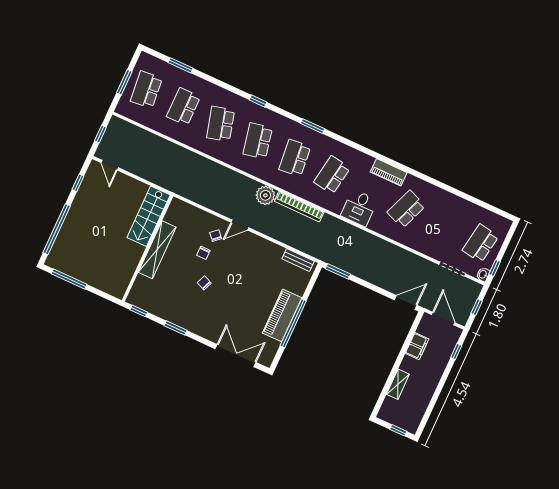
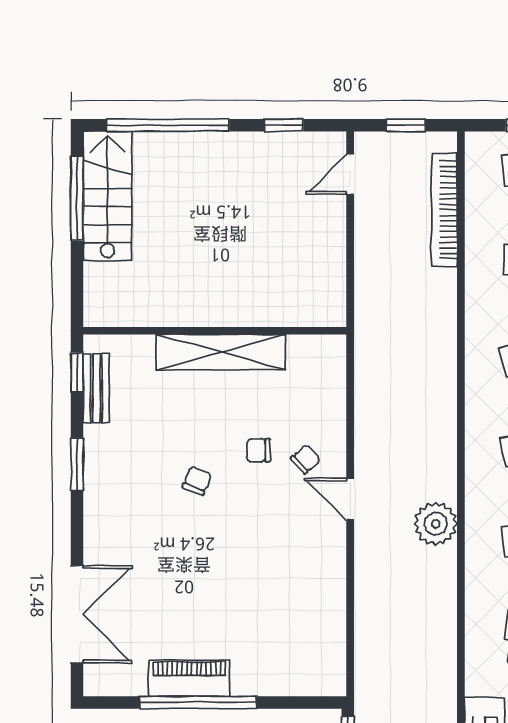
bookcase: (299, 207) -> (444, 210), moved
stairs: (149, 216) -> (107, 196), moved, turned 90
bench: (298, 260) -> (96, 388), moved
piano: (282, 315) -> (189, 678), width x0.73, depth x0.75

